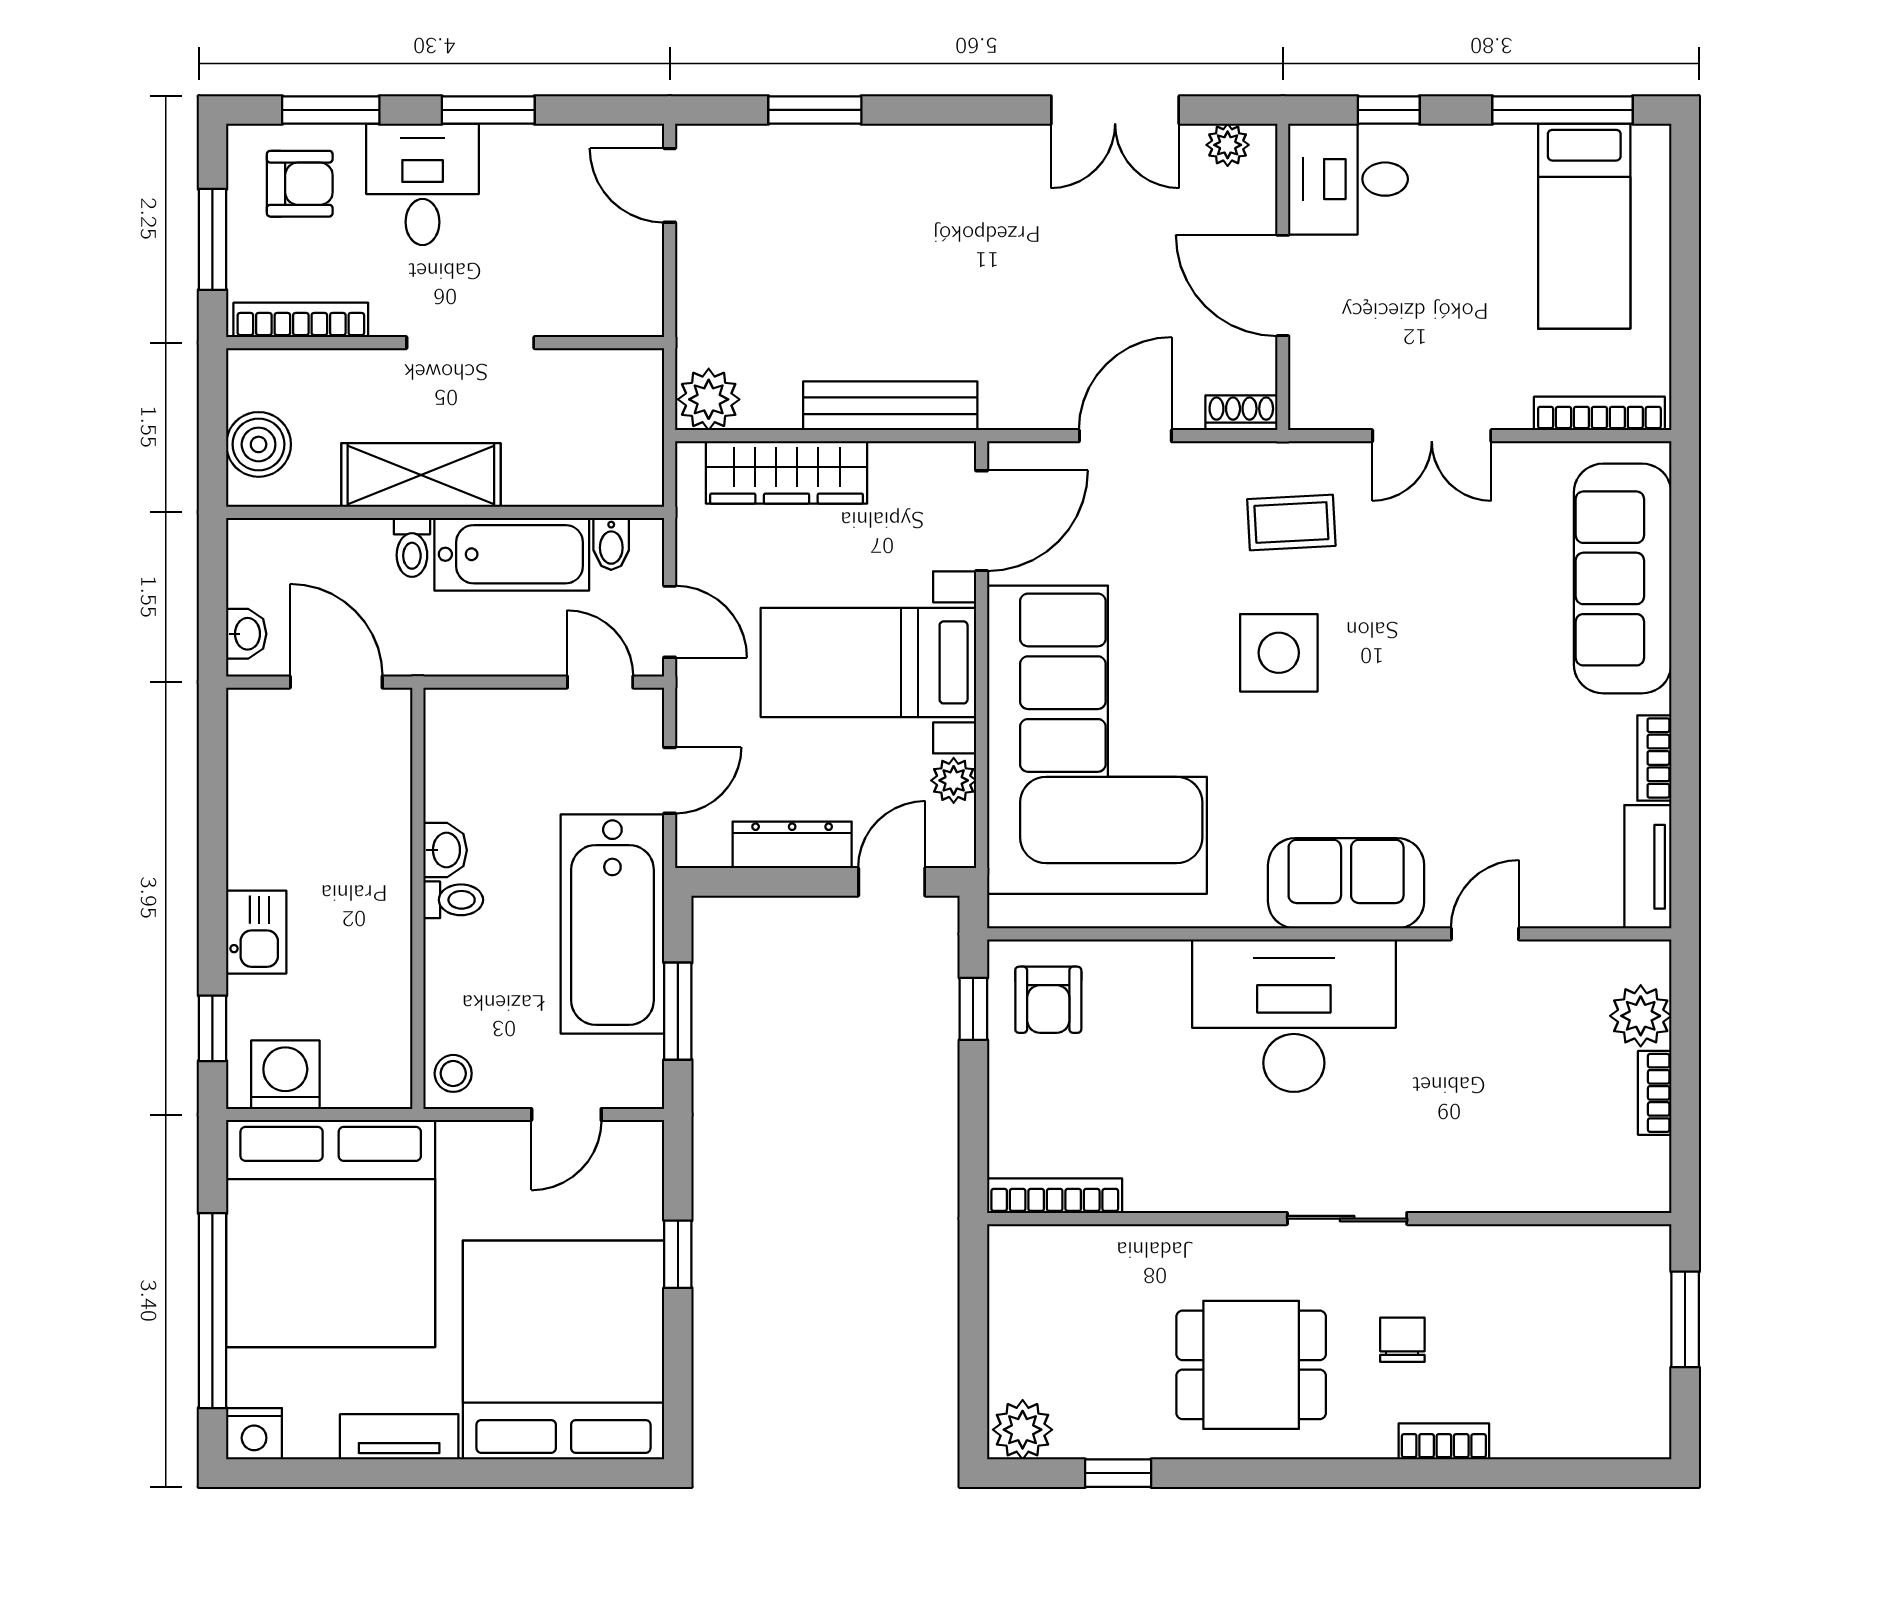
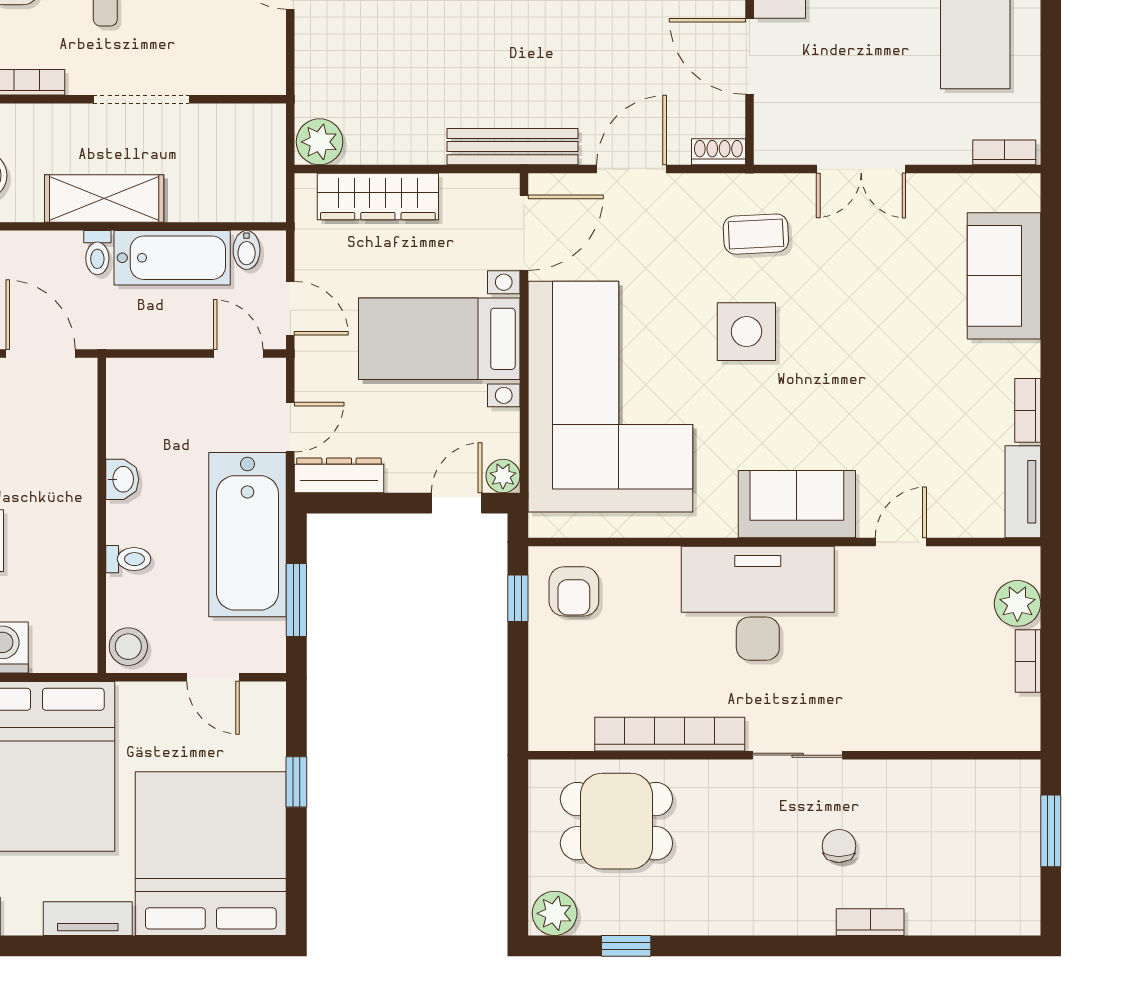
bench: (890, 406) -> (512, 147), moved
bookcase: (1599, 413) -> (1004, 152), width x0.64
sofa: (1623, 578) -> (1004, 276), width x0.73
plant: (954, 780) -> (503, 476), moved
dresser: (792, 845) -> (339, 475), moved
toilet: (453, 900) -> (128, 559), moved
stool: (453, 1073) -> (128, 647), width x1.37, depth x1.37
door: (566, 1115) -> (213, 677), hinge flipped
bookcase: (1055, 1196) -> (670, 734), moved, width x1.48, depth x1.31
dining table: (1251, 1365) -> (616, 821), moved

